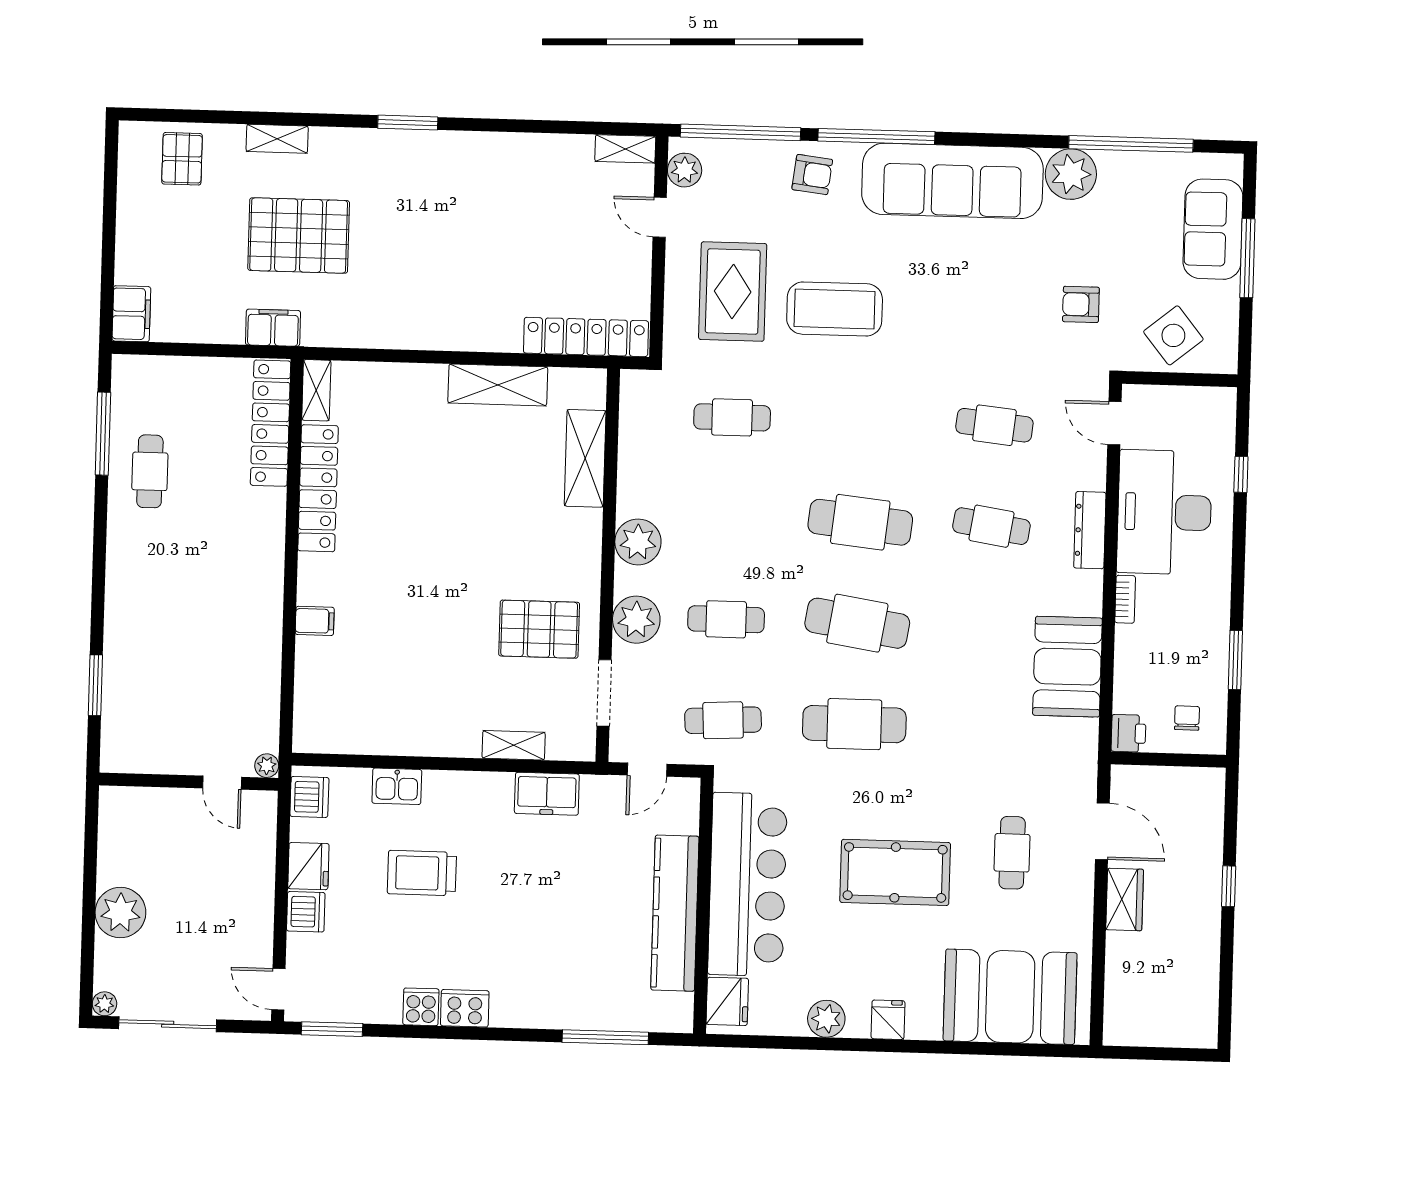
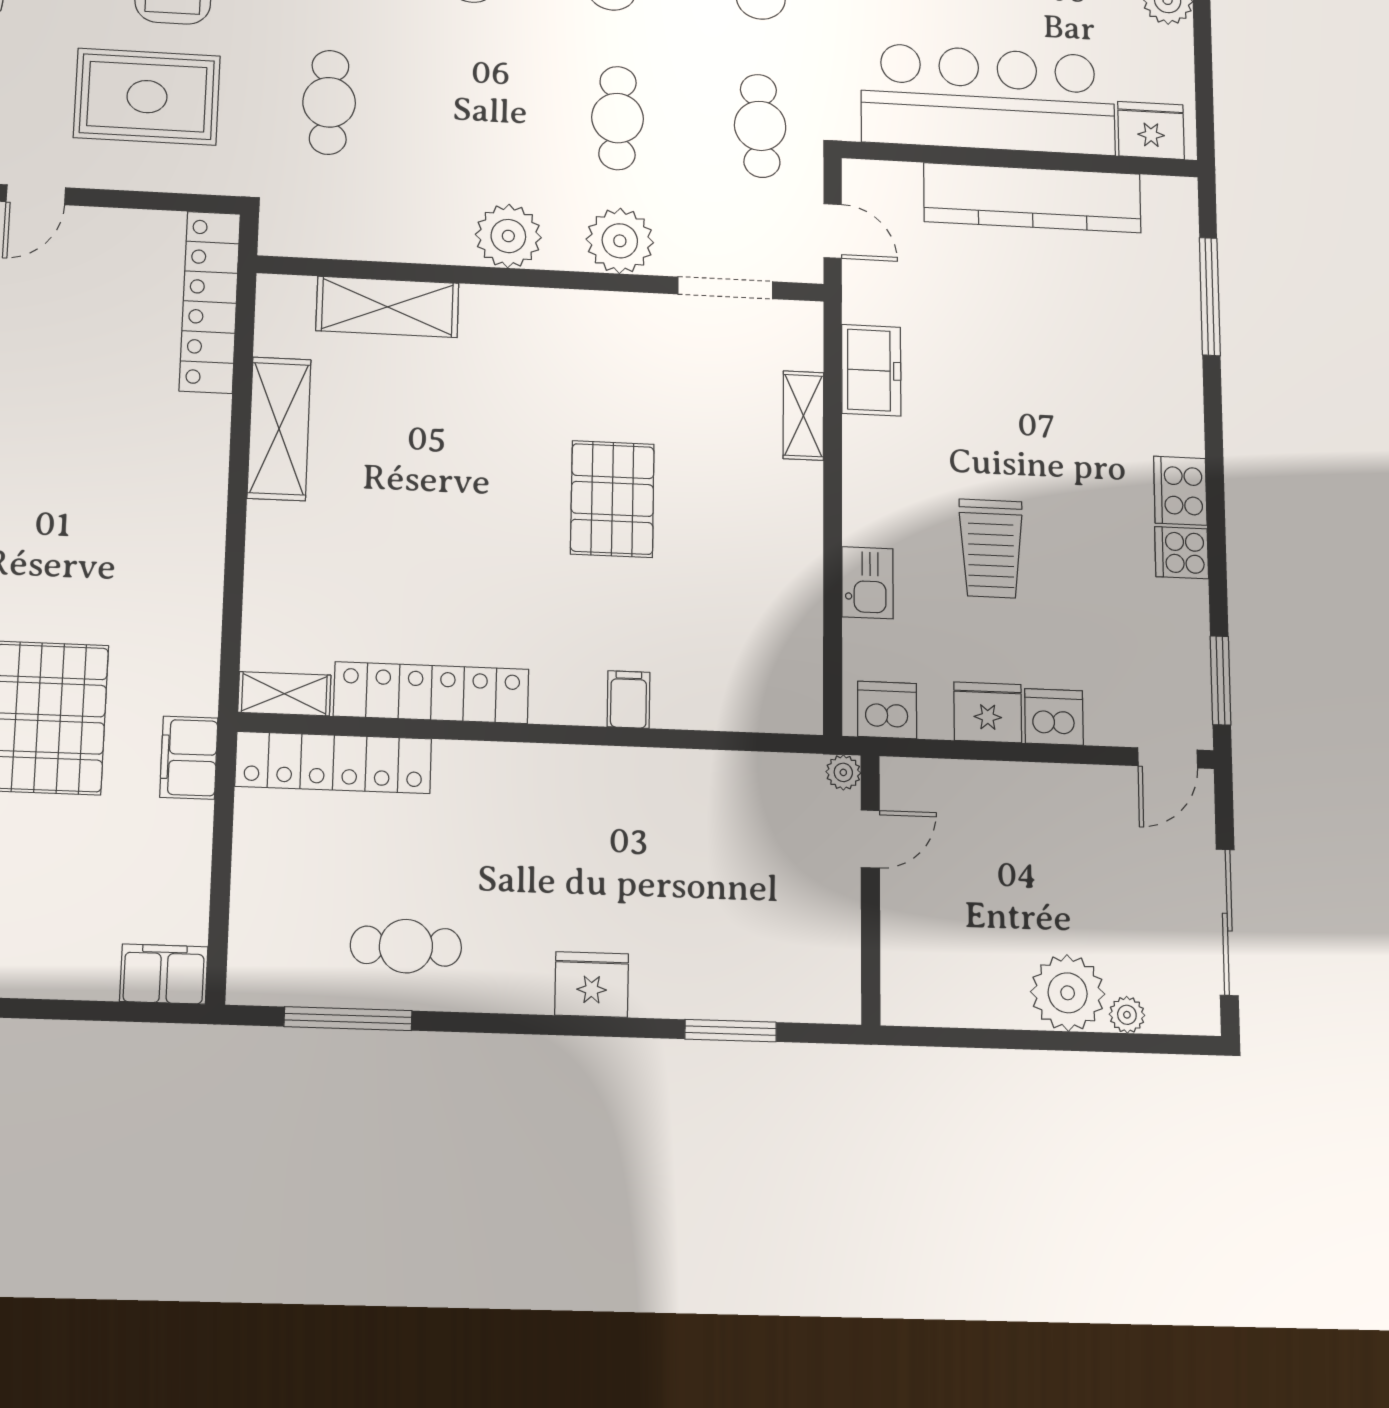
fridge: (125, 594) -> (592, 984), added
pallet: (539, 629) -> (612, 499), moved
plant: (104, 1004) -> (1127, 1015), moved

